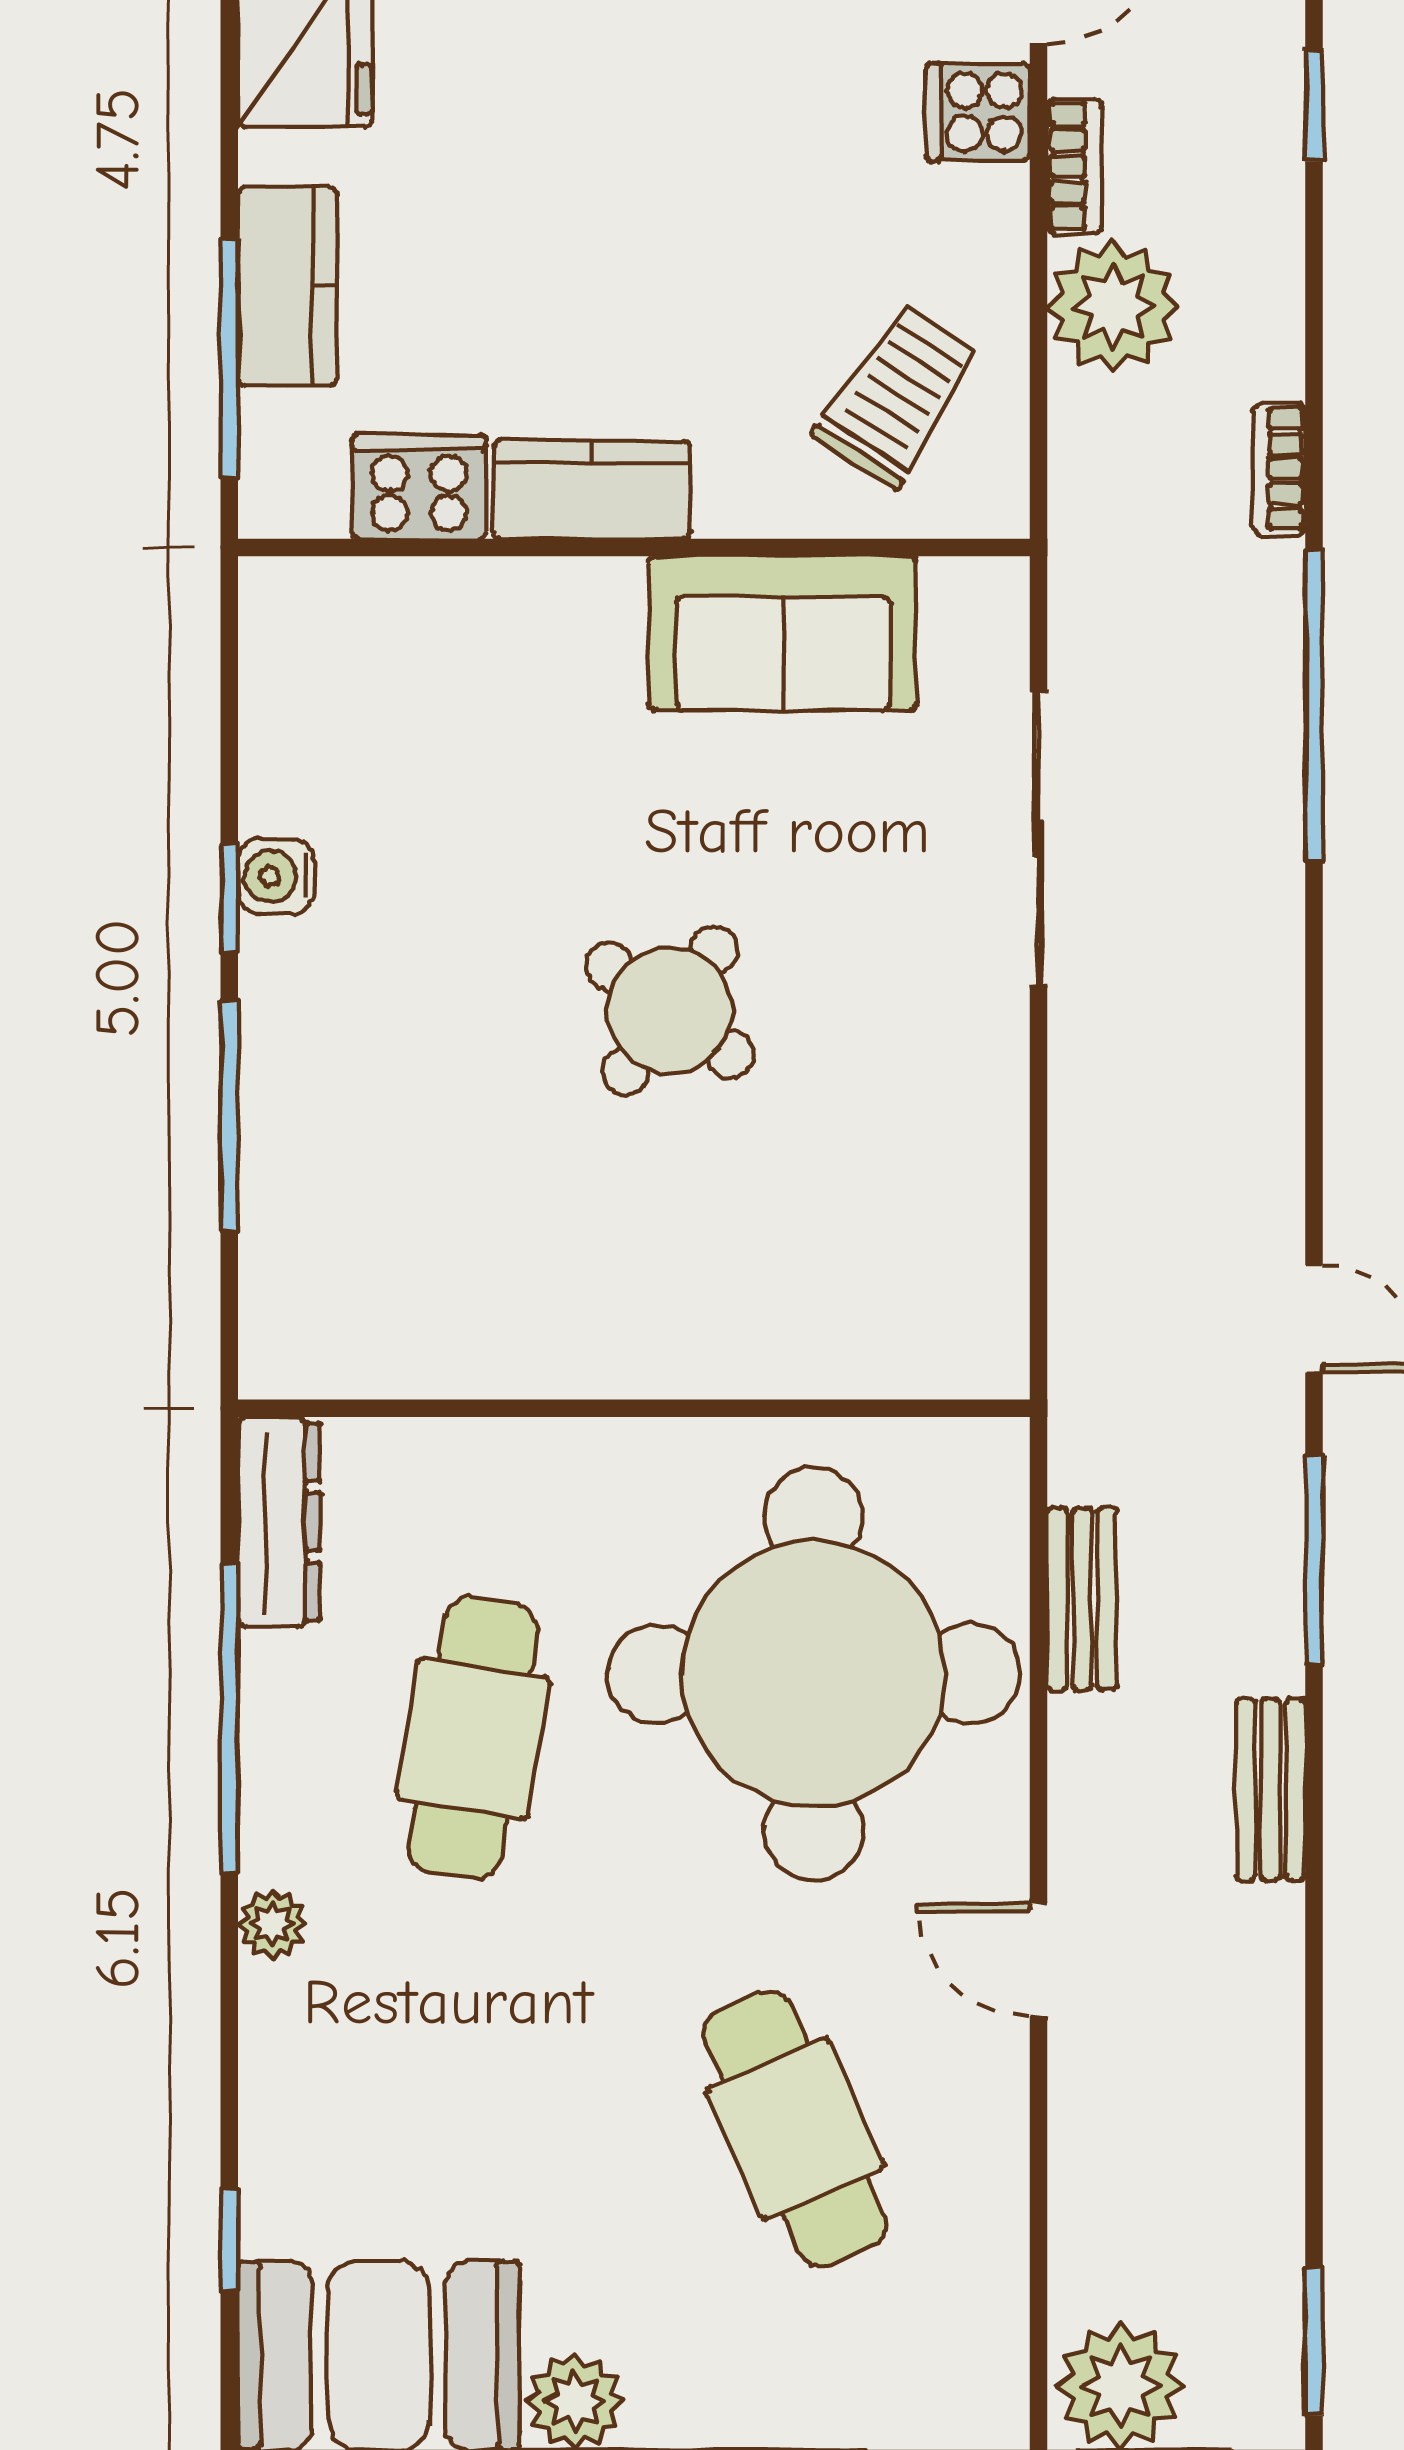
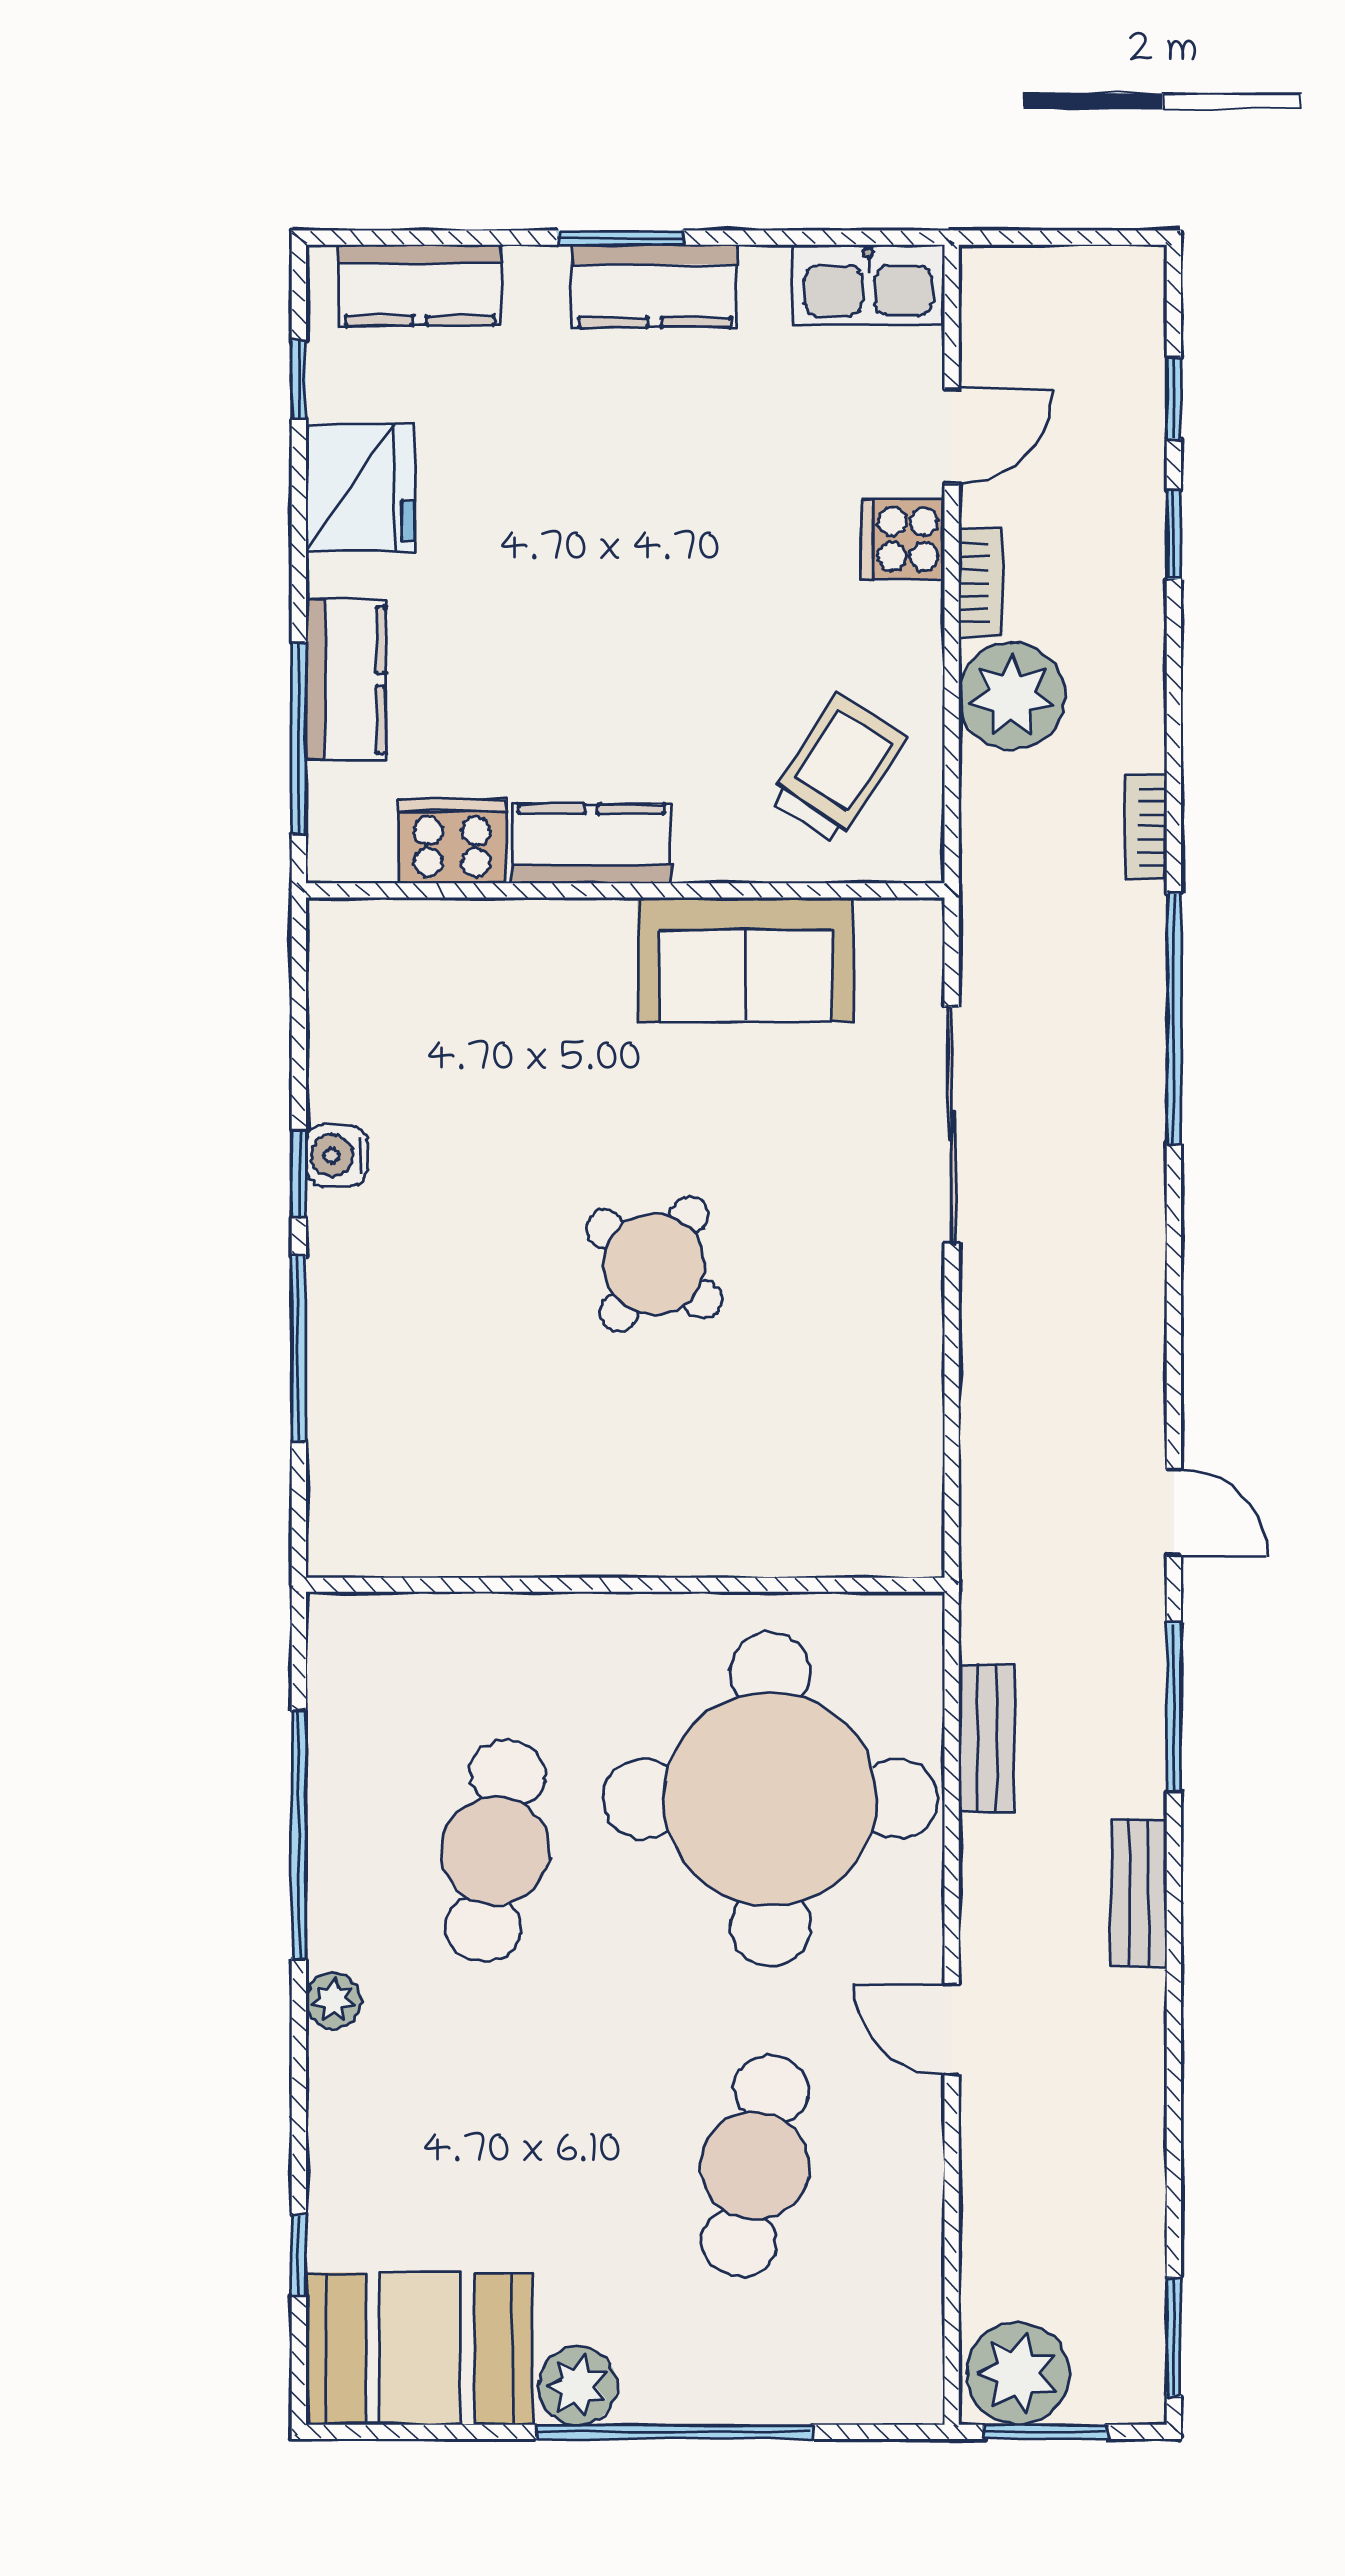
dresser: (279, 1522) -> (339, 1676), removed
cafe table: (795, 2129) -> (755, 2166), turned 36

